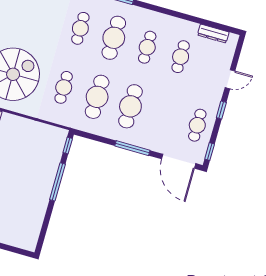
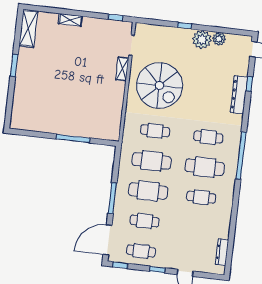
cafe table: (181, 57) -> (145, 221), moved
window: (68, 145) -> (106, 142), removed

